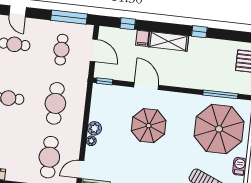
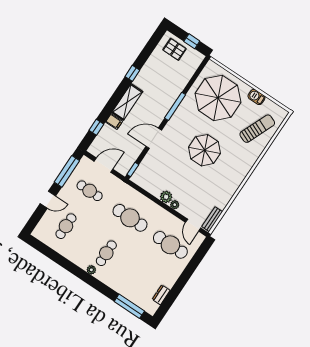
door: (18, 11) -> (48, 200), moved
window: (220, 94) -> (175, 106), moved
parasol: (149, 126) -> (205, 150), moved

